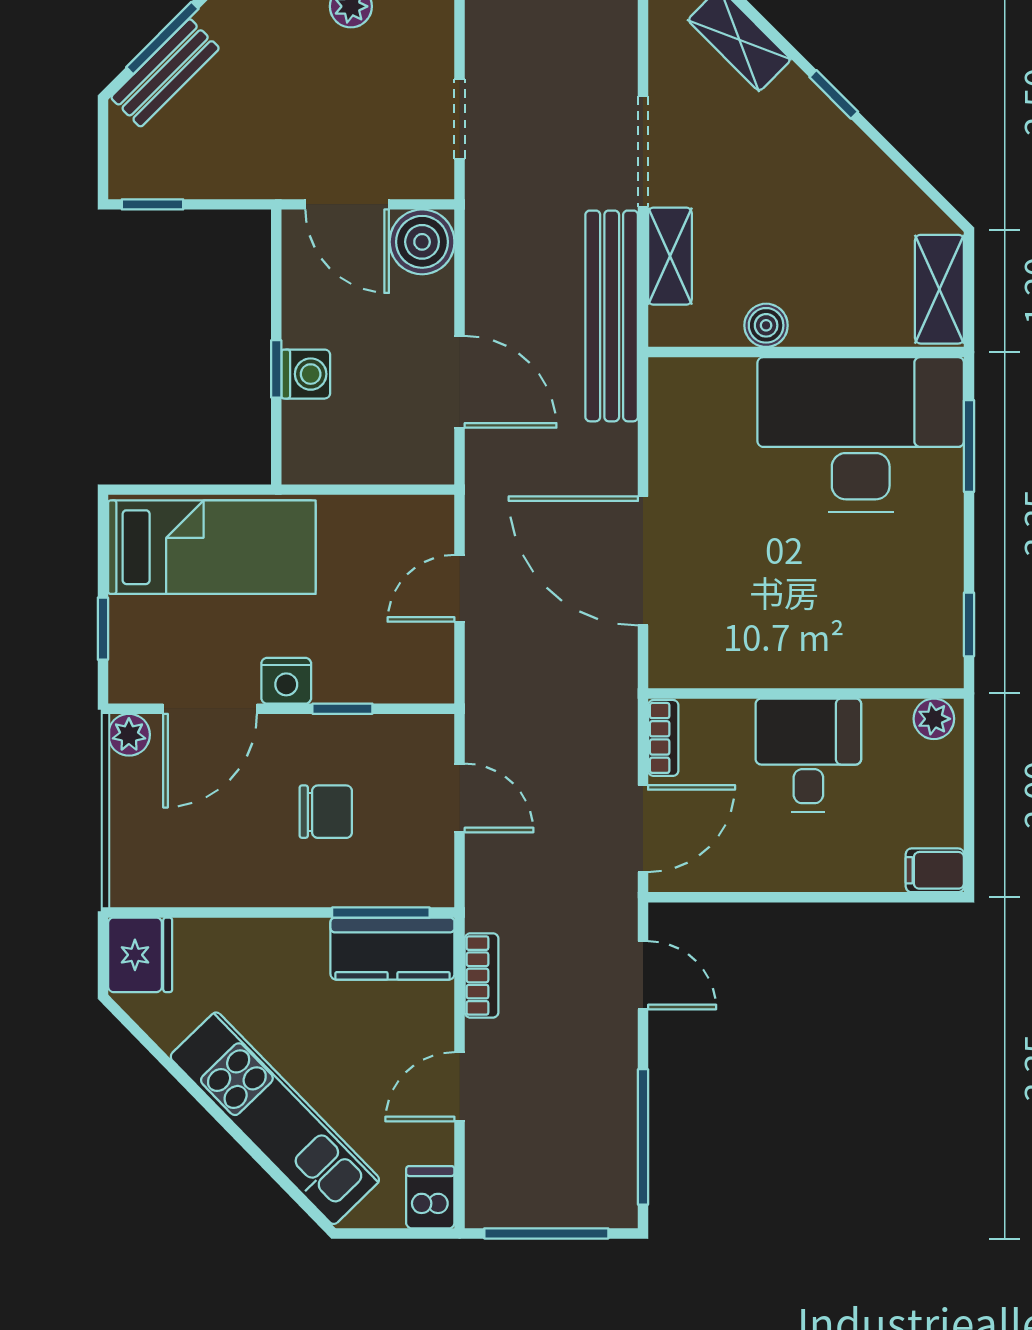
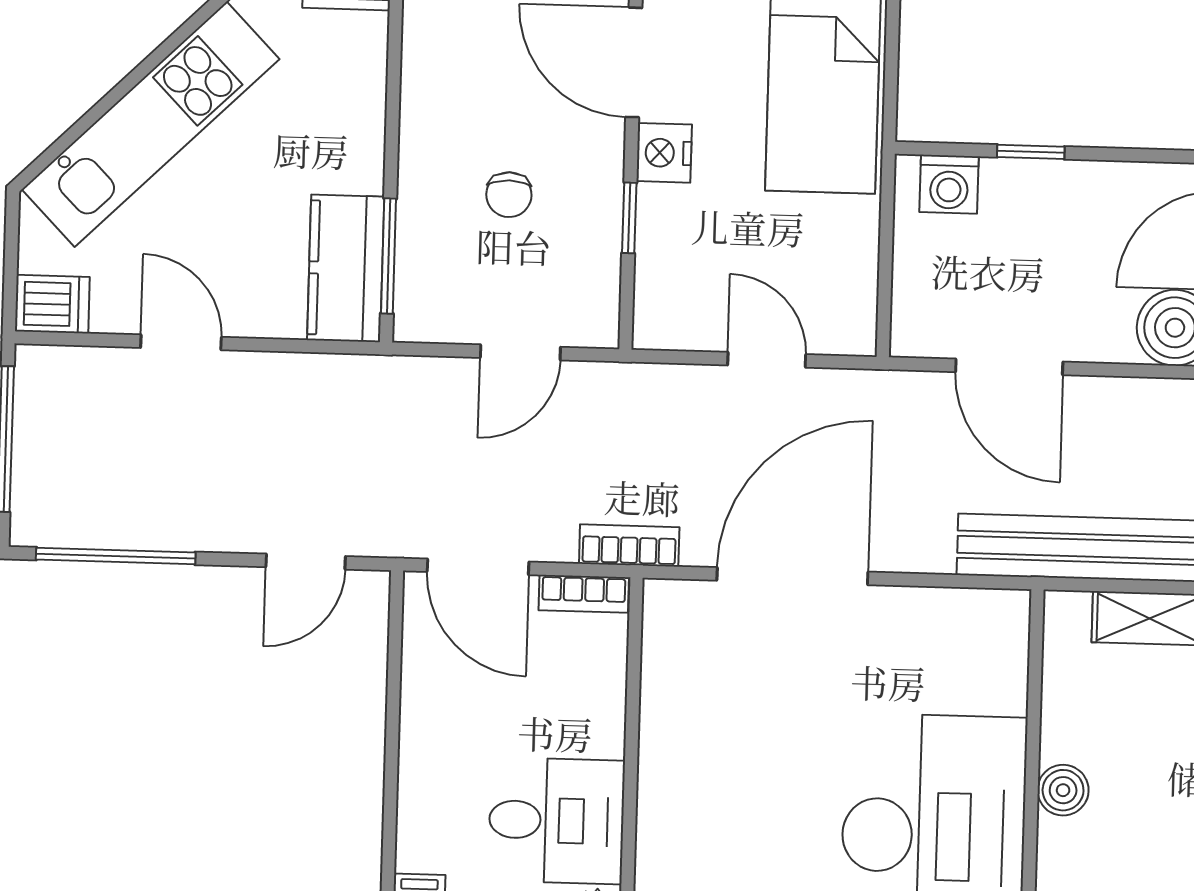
boiler: (766, 325) -> (1063, 790), moved
washing machine: (306, 374) -> (949, 184), moved
door: (460, 382) -> (1009, 367), hinge flipped
desk: (808, 755) -> (556, 821), moved
chair: (326, 812) -> (509, 195), width x0.73, depth x0.73
bookcase: (482, 975) -> (629, 545), moved, turned 180

